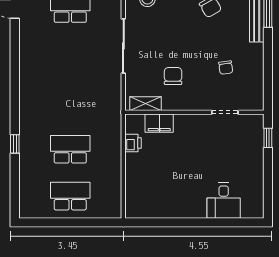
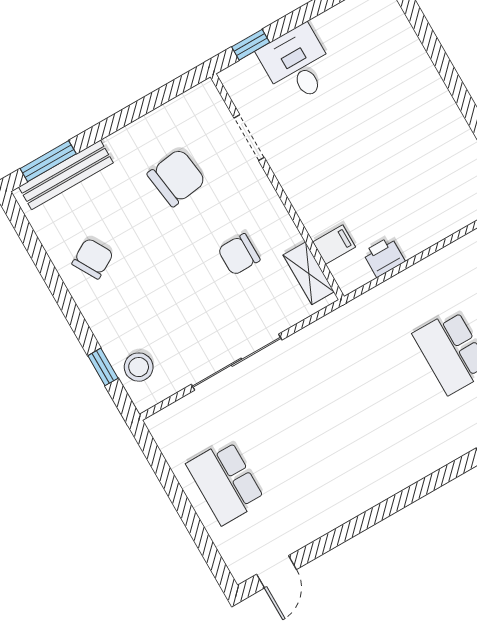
chair: (226, 67) -> (176, 178), width x1.87, depth x1.87
filing cabinet: (159, 123) -> (334, 244), width x0.50
desk: (224, 201) -> (297, 65), moved, turned -90

